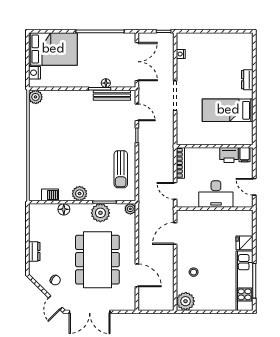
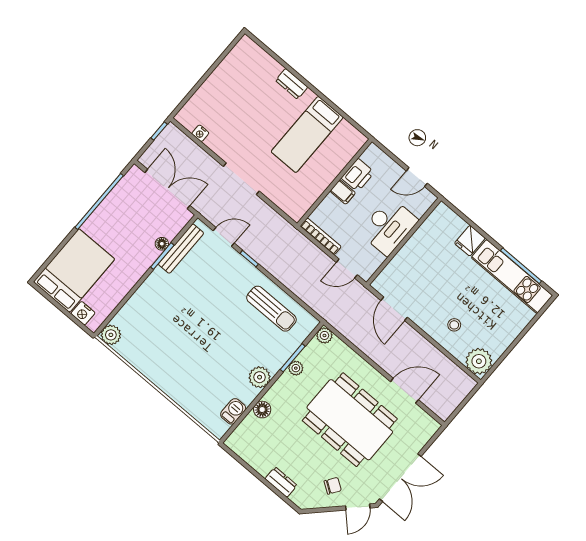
filing cabinet: (245, 155) -> (343, 192), moved
plant: (100, 213) -> (296, 368), width x0.53, depth x0.53
door: (55, 303) -> (358, 507), hinge flipped

